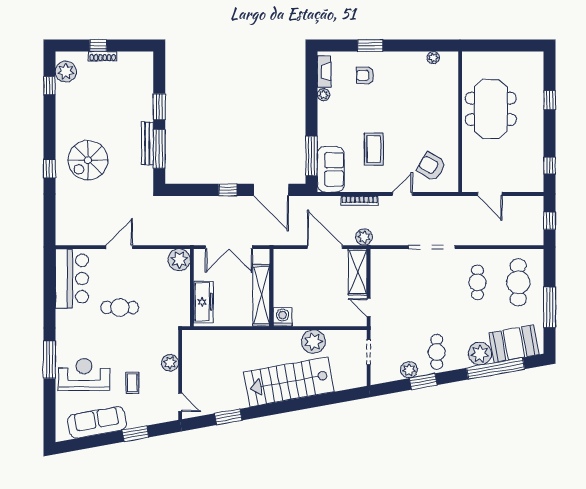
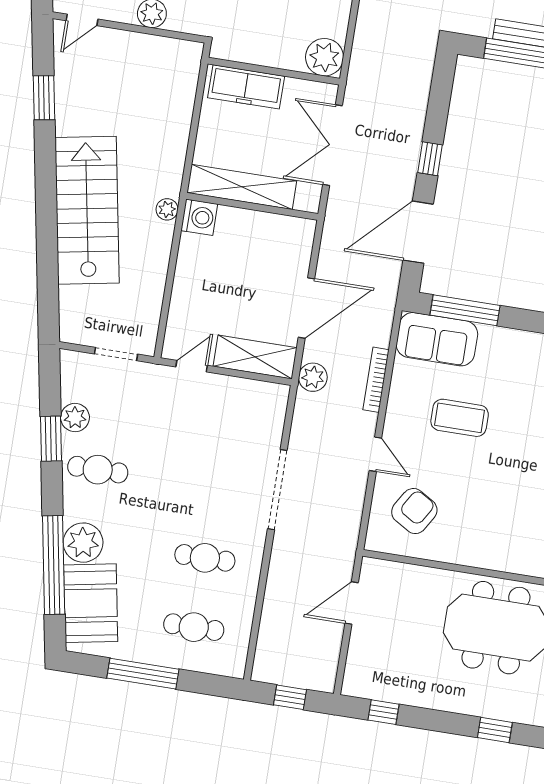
cafe table: (518, 282) -> (194, 627), width x0.73, depth x0.74
plant: (313, 342) -> (167, 209), moved, width x0.53, depth x0.53

